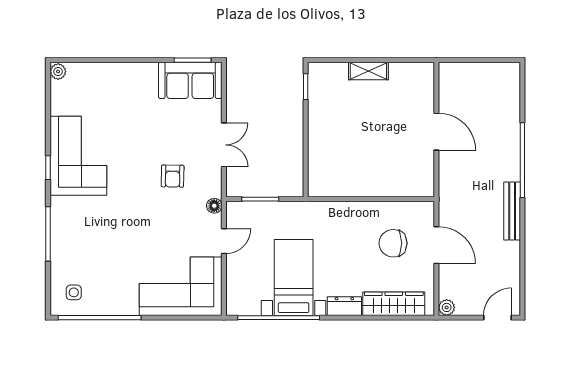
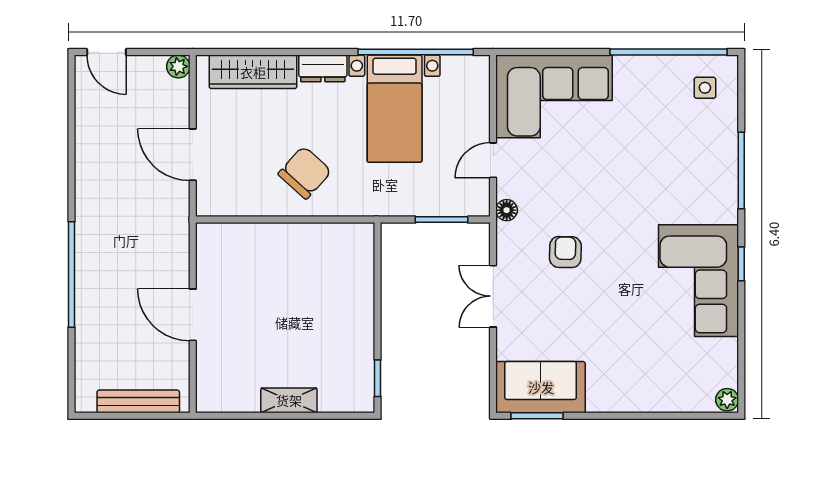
bench: (512, 211) -> (138, 401), moved, turned 90
chair: (393, 243) -> (305, 173), moved, turned -48
door: (498, 318) -> (107, 52), hinge flipped

